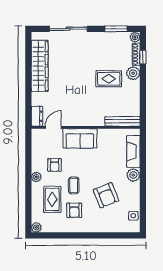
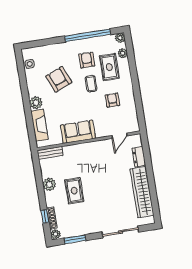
plant: (133, 73) -> (49, 184), moved
rug: (109, 79) -> (74, 191), turned 90
dresser: (37, 116) -> (139, 157), moved
bench: (122, 121) -> (50, 153), width x0.73
sofa: (80, 138) -> (78, 132), moved
plant: (36, 177) -> (123, 53), moved
window: (69, 235) -> (88, 35), added

